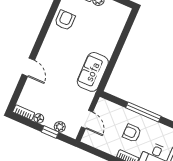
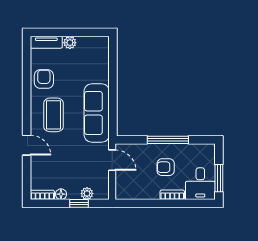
coffee table: (60, 52) -> (53, 115), added
sofa: (93, 72) -> (97, 113), width x1.36
door: (87, 119) -> (112, 160), moved

